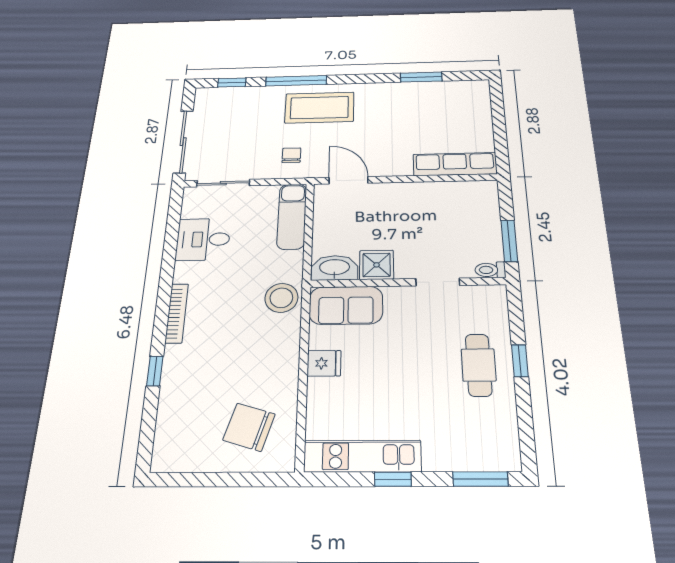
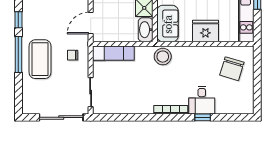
window: (232, 83) -> (18, 20), moved
coffee table: (319, 108) -> (40, 59), moved
desk: (203, 239) -> (202, 100), moved
fridge: (324, 363) -> (205, 31), width x1.88, depth x1.34

